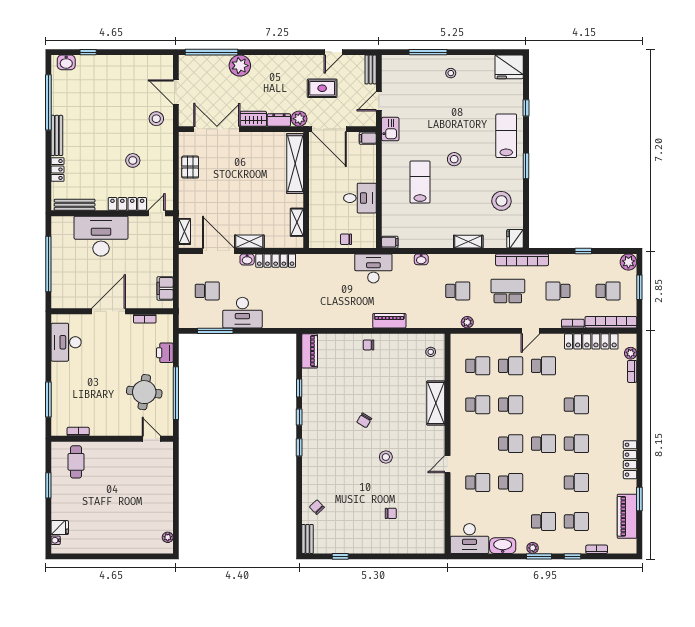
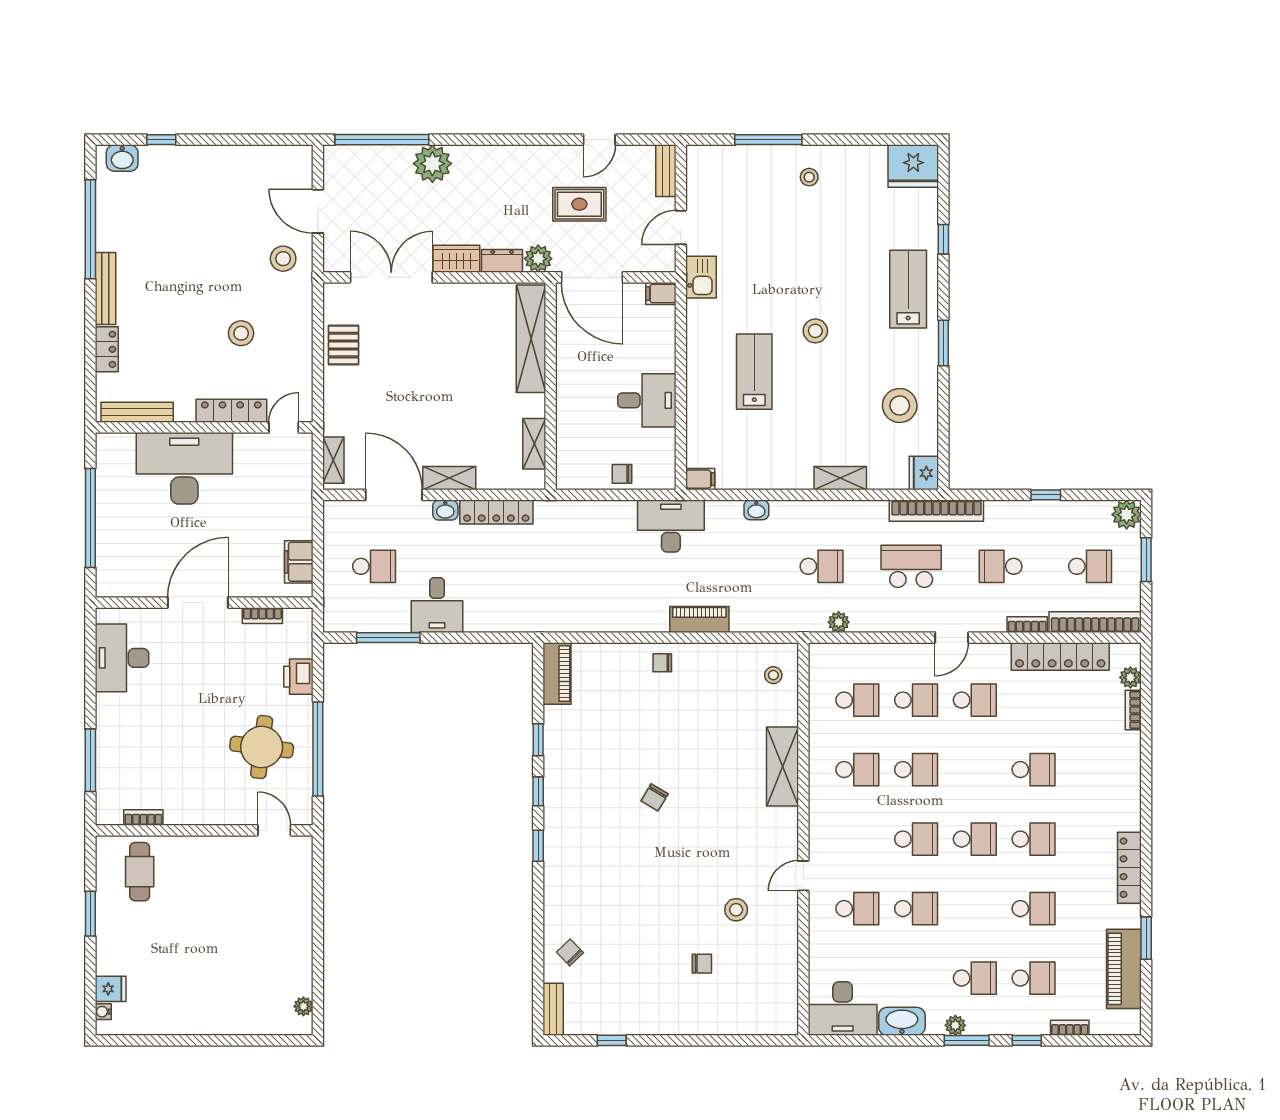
desk: (242, 313) -> (437, 605), width x0.73
stool: (386, 457) -> (736, 910), moved

